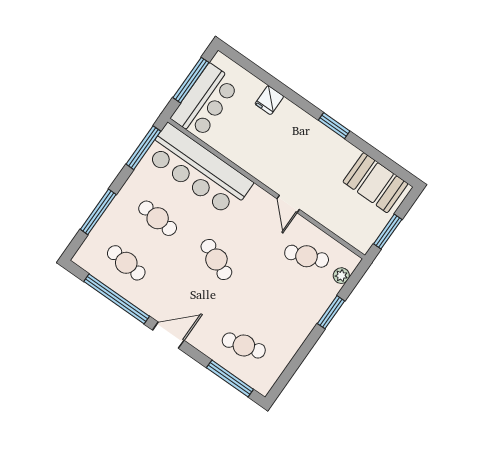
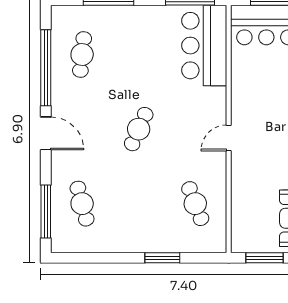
bar counter: (199, 170) -> (204, 46), width x0.73
door: (288, 204) -> (229, 138), moved
cafe table: (158, 218) -> (139, 54), removed
plant: (341, 276) -> (200, 245), removed

